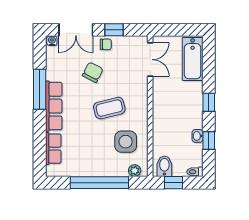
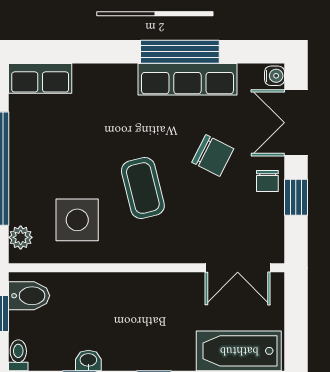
row of seats: (54, 106) -> (187, 79), moved
row of seats: (53, 149) -> (40, 78), moved

